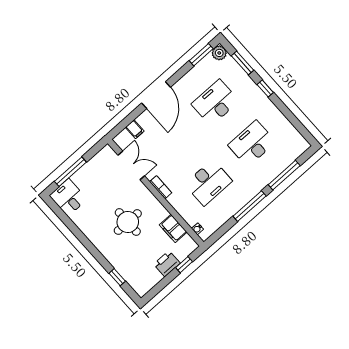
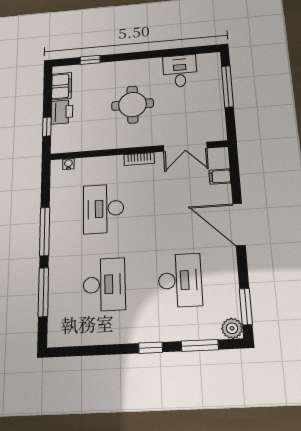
desk: (68, 197) -> (180, 71), moved, turned -90
filing cabinet: (173, 228) -> (62, 86), moved, turned 90

